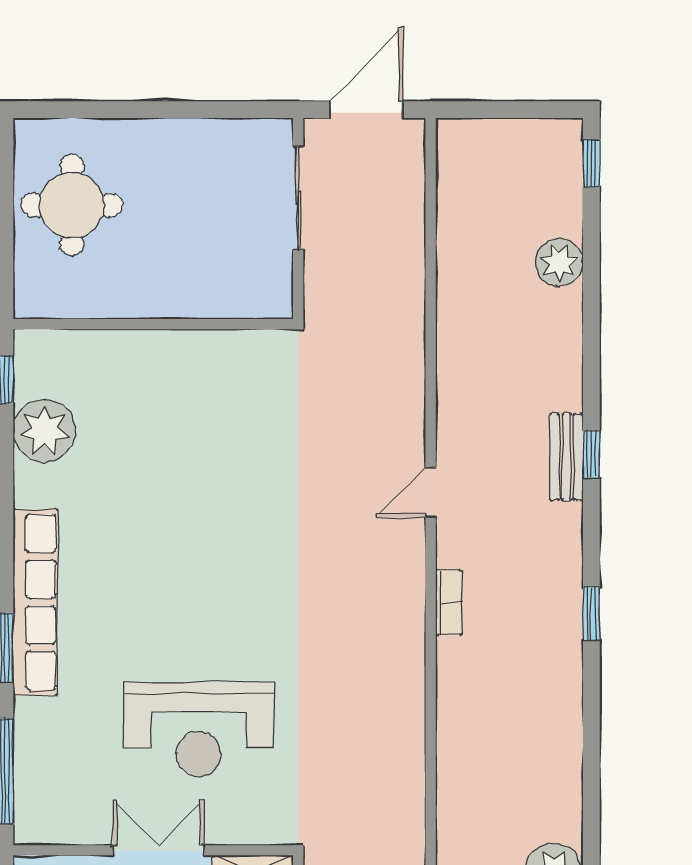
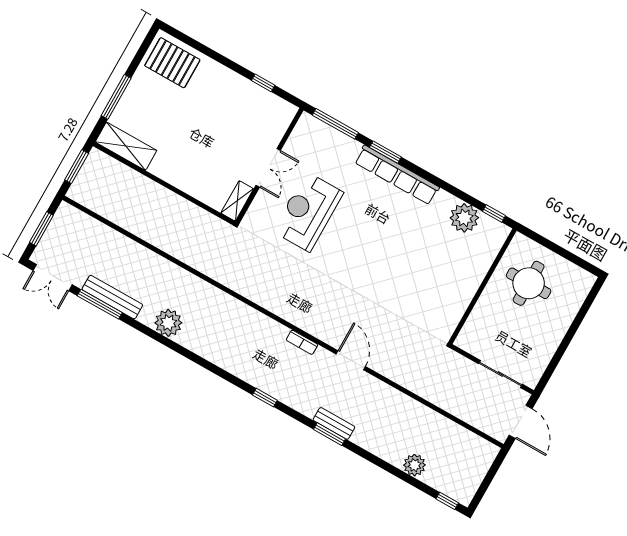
round table: (72, 205) -> (529, 283), moved
window: (591, 454) -> (329, 434), width x1.50
door: (431, 492) -> (351, 360), width x1.38

